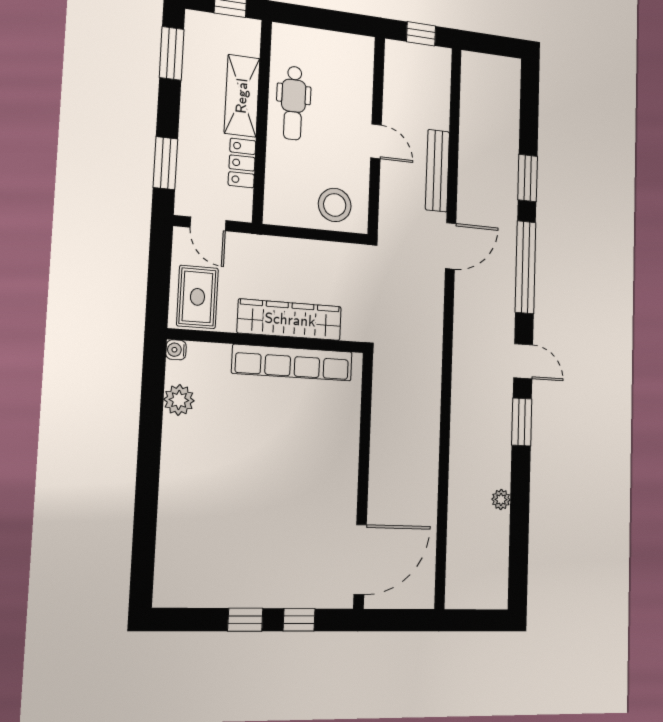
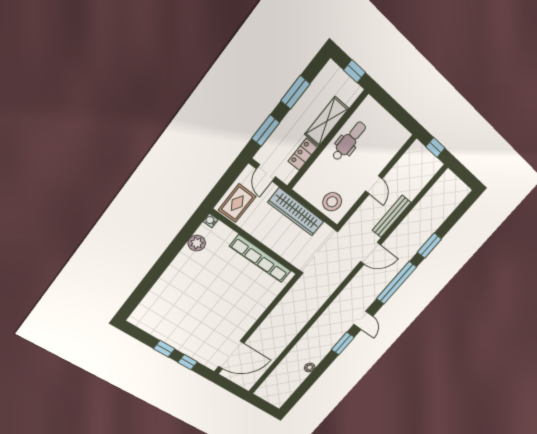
window: (172, 53) -> (295, 92), moved
dental chair: (293, 103) -> (349, 141), turned 180
wardrobe: (290, 320) -> (296, 212), moved, turned 180

